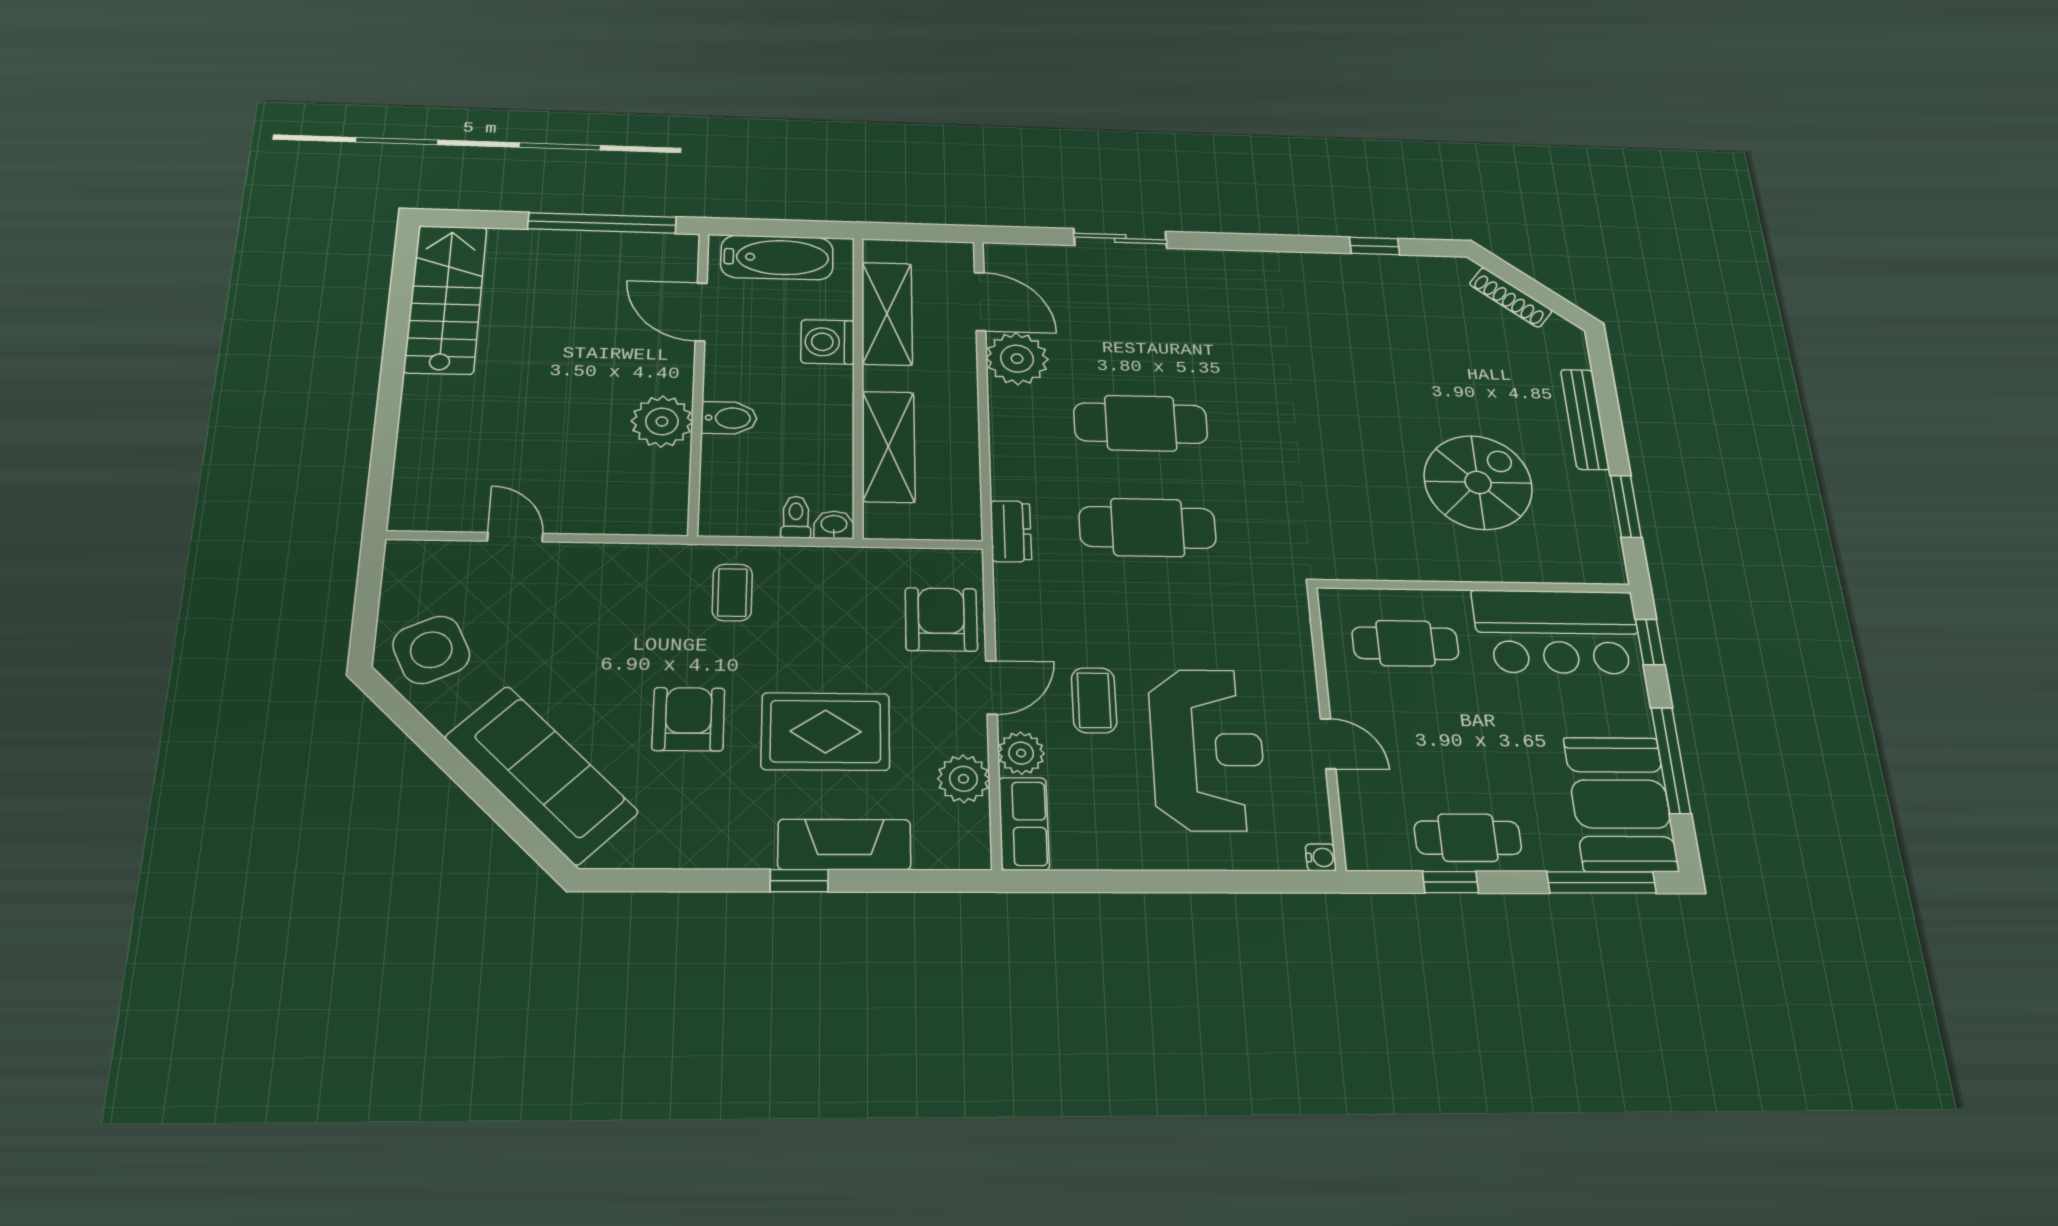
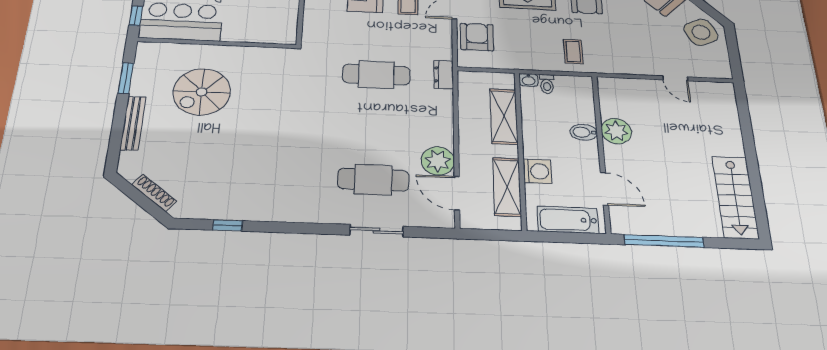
cafe table: (1141, 423) -> (373, 180), moved
armchair: (941, 619) -> (477, 37), turned 180
cafe table: (1405, 643) -> (258, 19), removed

